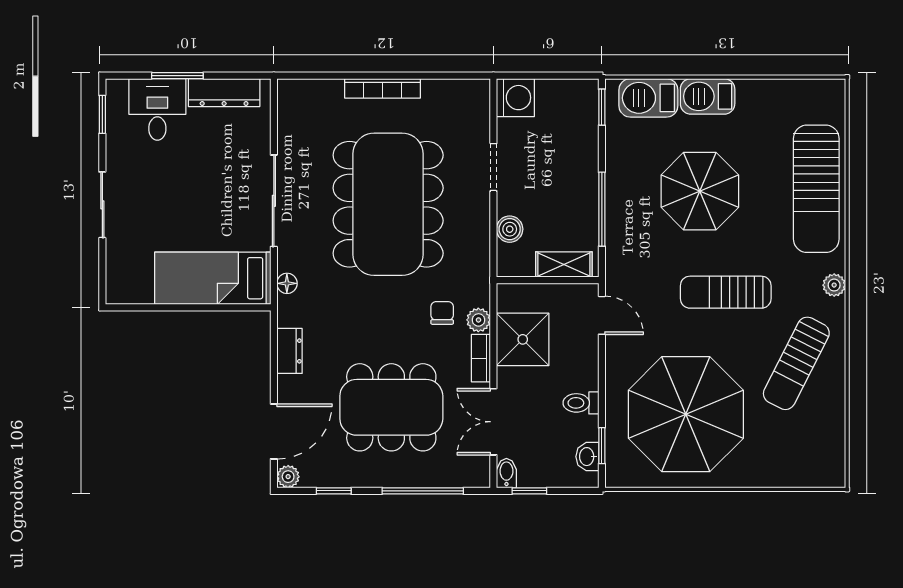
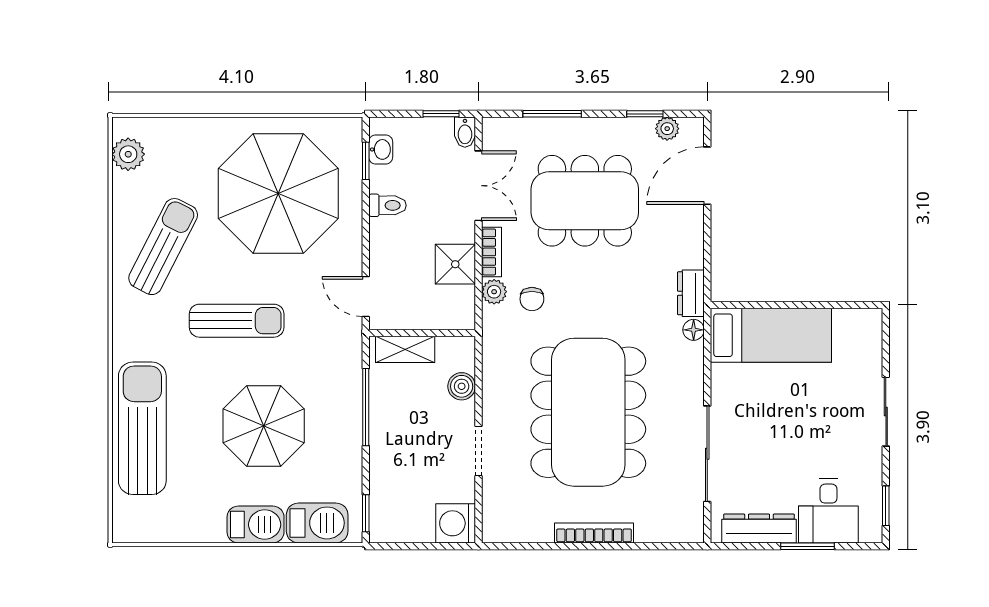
sliding door: (274, 201) -> (707, 454), moved
plant: (834, 285) -> (128, 154), moved, width x1.38, depth x1.38
shower: (523, 339) -> (455, 264), width x0.73, depth x0.73
dresser: (289, 351) -> (691, 293), moved
plant: (288, 477) -> (667, 129), moved
window: (423, 491) -> (552, 114), width x0.69

